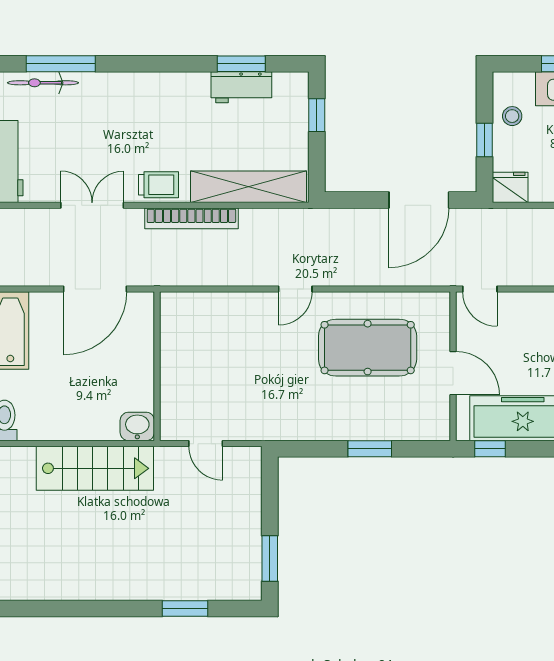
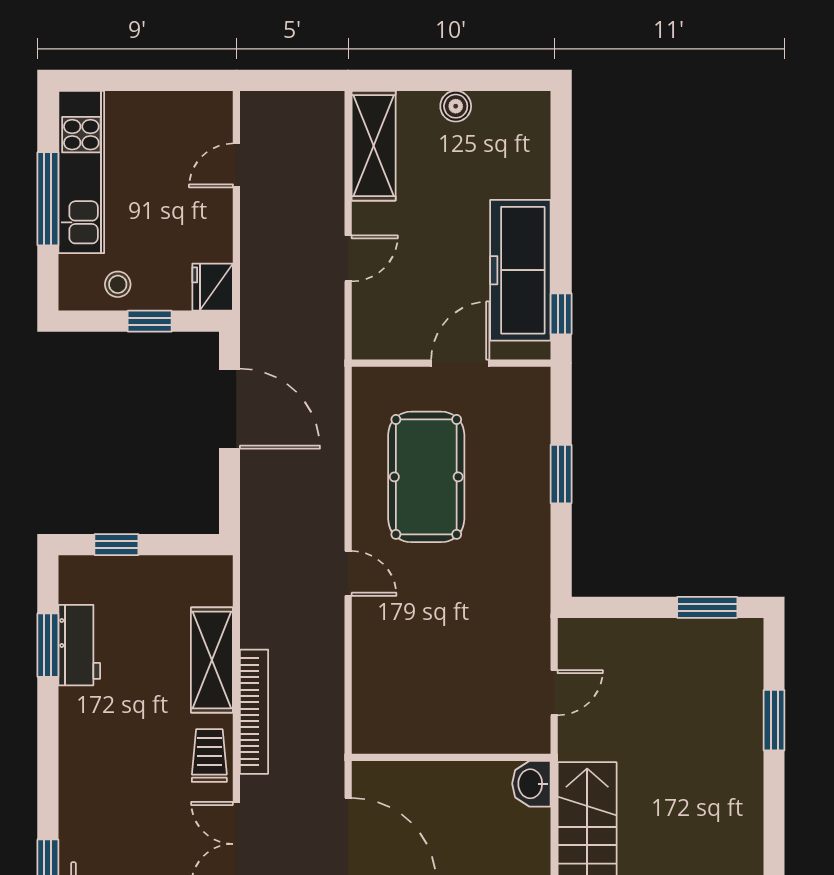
shelving: (249, 187) -> (212, 660), width x0.68
door: (480, 289) -> (348, 258), moved

